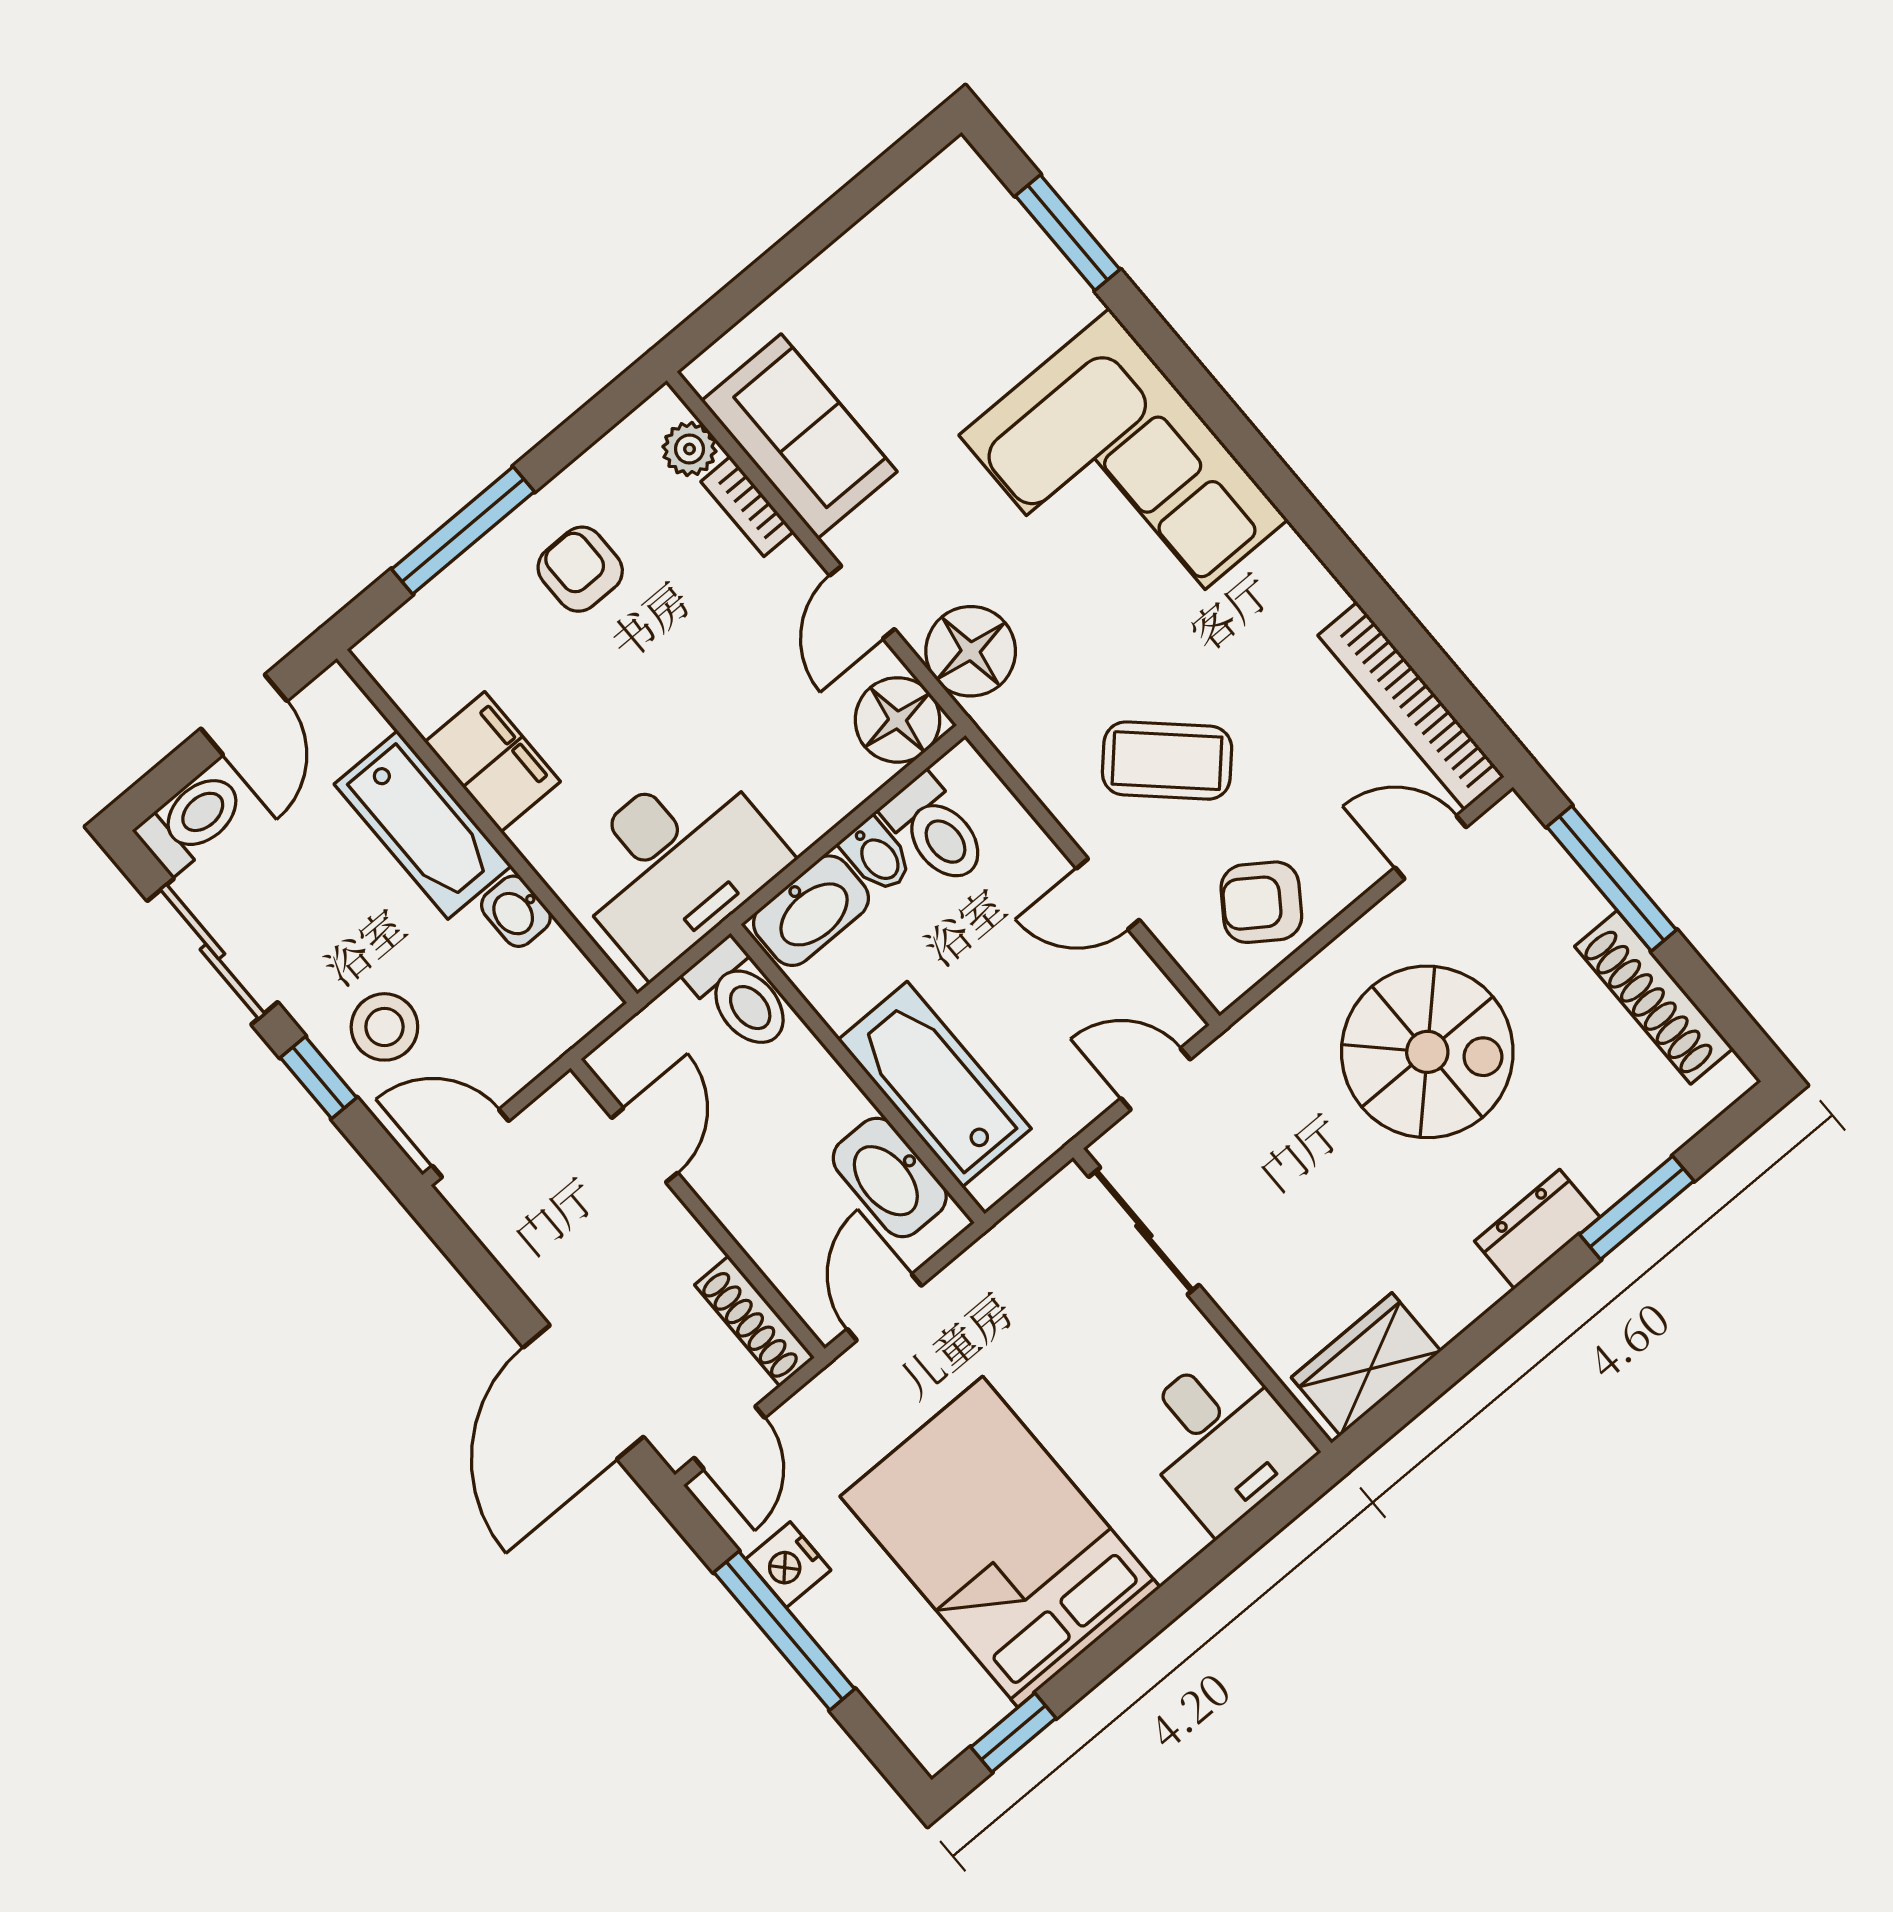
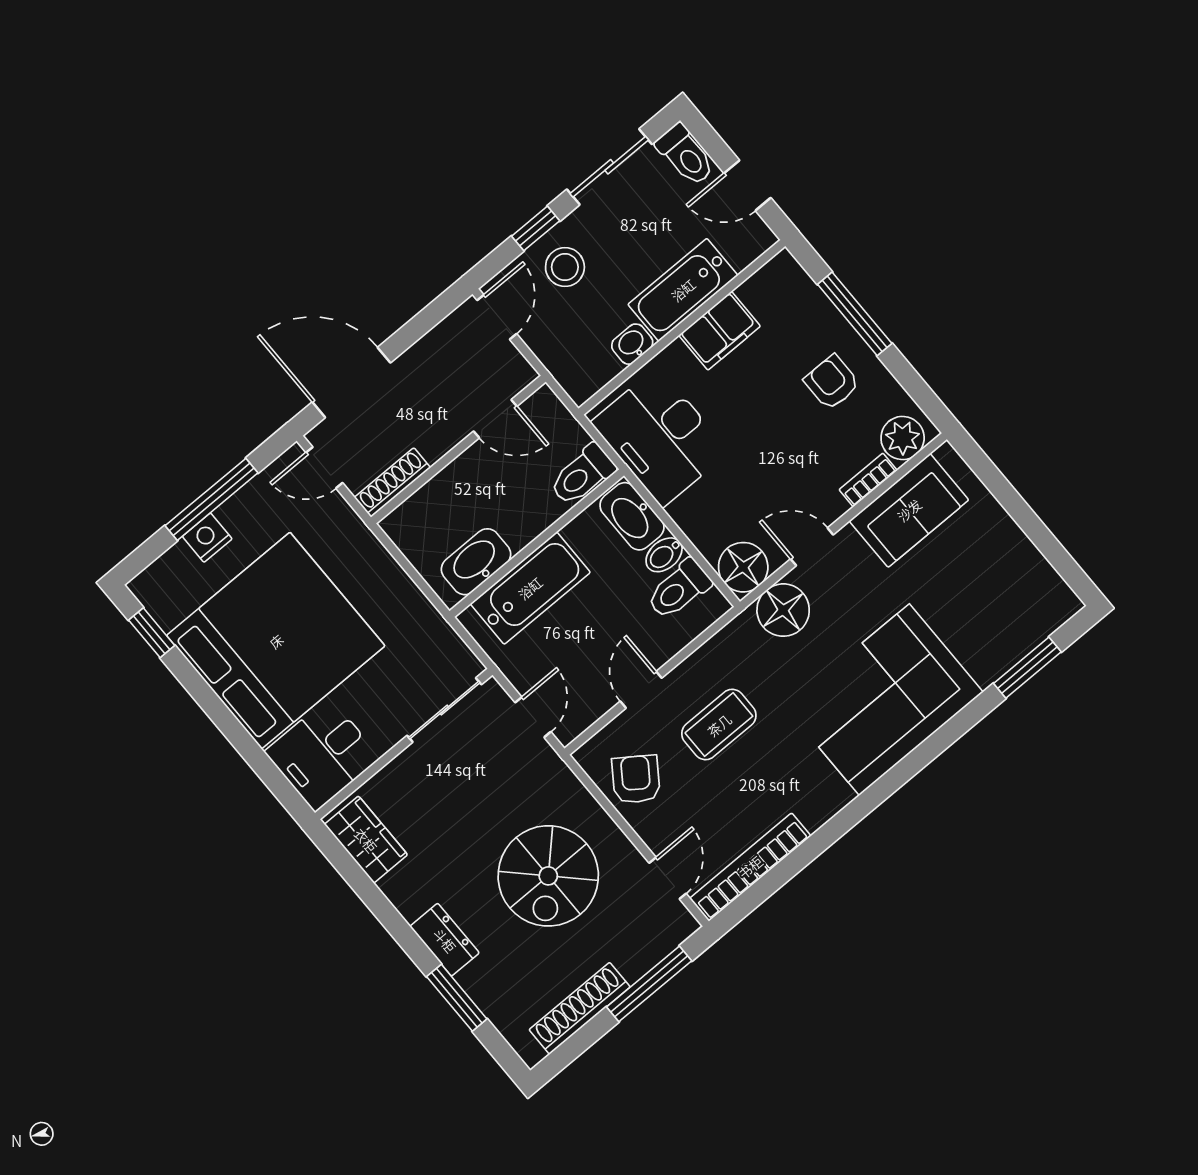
plant: (689, 449) -> (903, 438), width x1.38, depth x1.38
armchair: (580, 569) -> (832, 382), turned -90
coffee table: (1167, 761) -> (719, 725), turned 47
door: (884, 1307) -> (400, 558), removed
bed: (1000, 1542) -> (276, 641), width x1.36
nightstand: (788, 1565) -> (207, 538), moved

